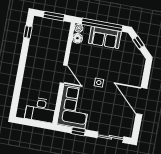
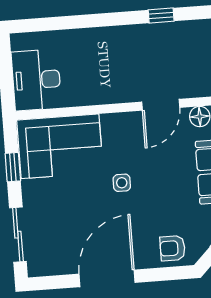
window: (28, 32) -> (161, 16), moved
armchair: (135, 67) -> (172, 248), added
door: (64, 74) -> (161, 105), moved

